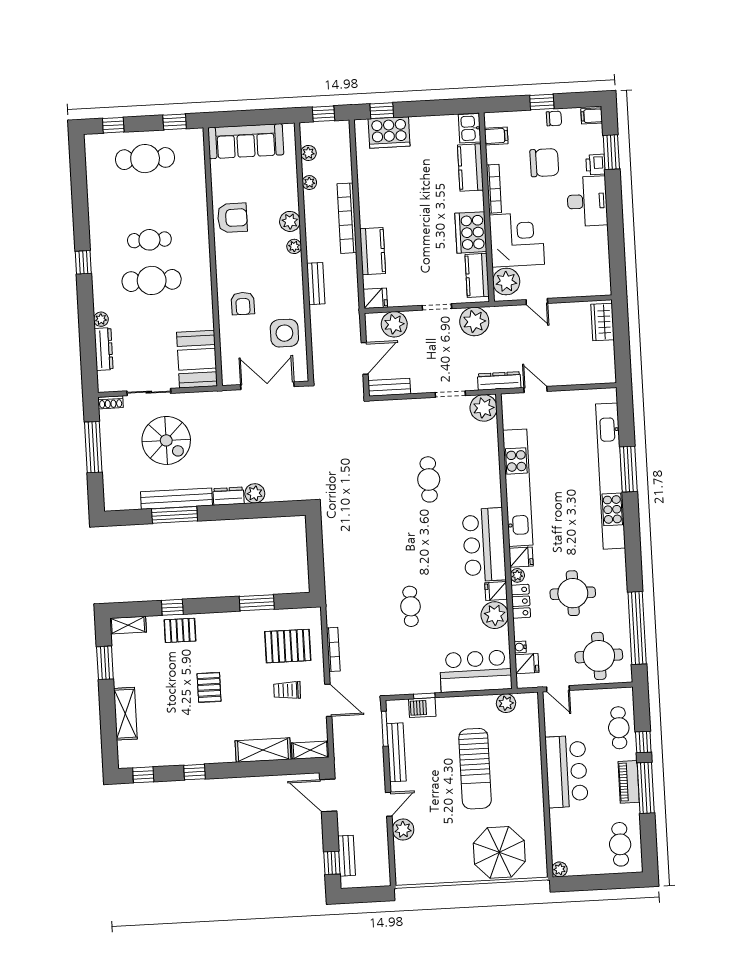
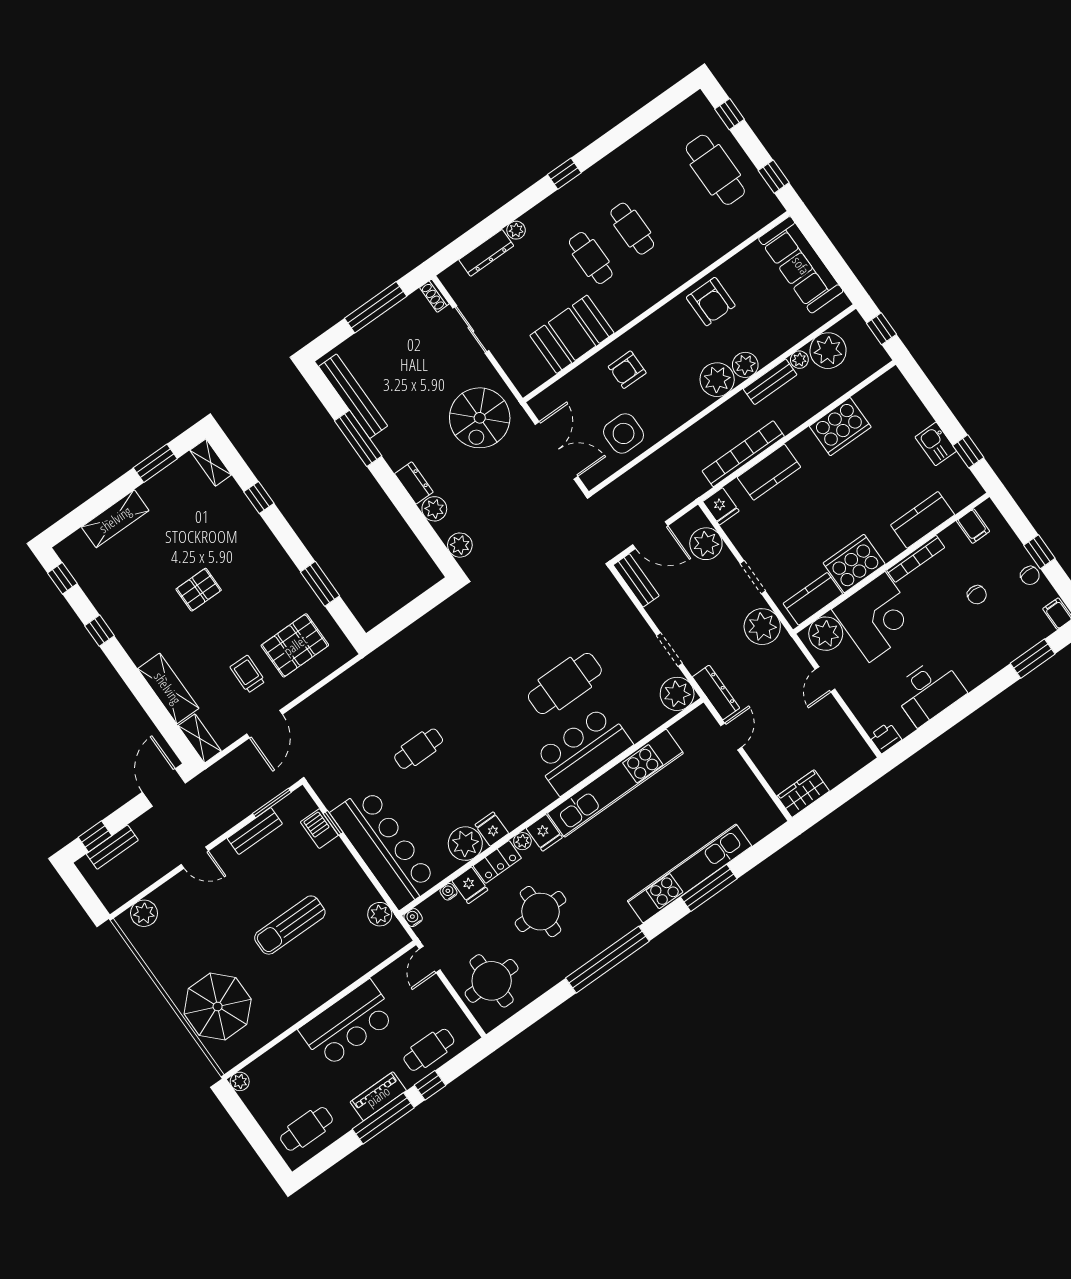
window: (382, 111) -> (968, 451), moved
kitchen sink: (470, 128) -> (936, 444), moved, turned -90
cooker: (389, 132) -> (840, 427), moved, turned -90
plant: (308, 153) -> (828, 351), width x1.88, depth x1.88
chair: (544, 163) -> (977, 595), width x0.54, depth x0.54
printer: (596, 165) -> (885, 738), moved
desk: (587, 201) -> (929, 691), moved
bookcase: (347, 218) -> (743, 454), moved
plant: (294, 246) -> (717, 380), width x1.88, depth x1.88
cafe table: (152, 280) -> (591, 258), width x0.73, depth x0.74
bench: (316, 284) -> (770, 382), moved
wardrobe: (602, 322) -> (803, 794), moved
booth: (197, 359) -> (572, 334), moved
spiral stairs: (166, 440) -> (480, 418), moved
kitchen unit: (610, 476) -> (690, 873), width x0.73
cafe table: (429, 479) -> (565, 683), width x1.37, depth x1.35
plant: (290, 492) -> (460, 545), added
bench: (176, 499) -> (353, 396), moved
bar counter: (484, 545) -> (583, 750), moved
window: (637, 628) -> (607, 960), moved
pallet: (180, 630) -> (240, 521), removed
pallet: (288, 646) -> (295, 645), turned 90
bookcase: (333, 649) -> (322, 696), removed
fridge: (527, 664) -> (470, 885), moved
bar counter: (476, 671) -> (384, 848), width x1.36
water cooler: (523, 682) -> (413, 918), added
bench: (396, 752) -> (255, 831), width x0.73
sun lounger: (475, 769) -> (290, 925), width x0.73, depth x0.75
plant: (403, 830) -> (144, 913), moved

